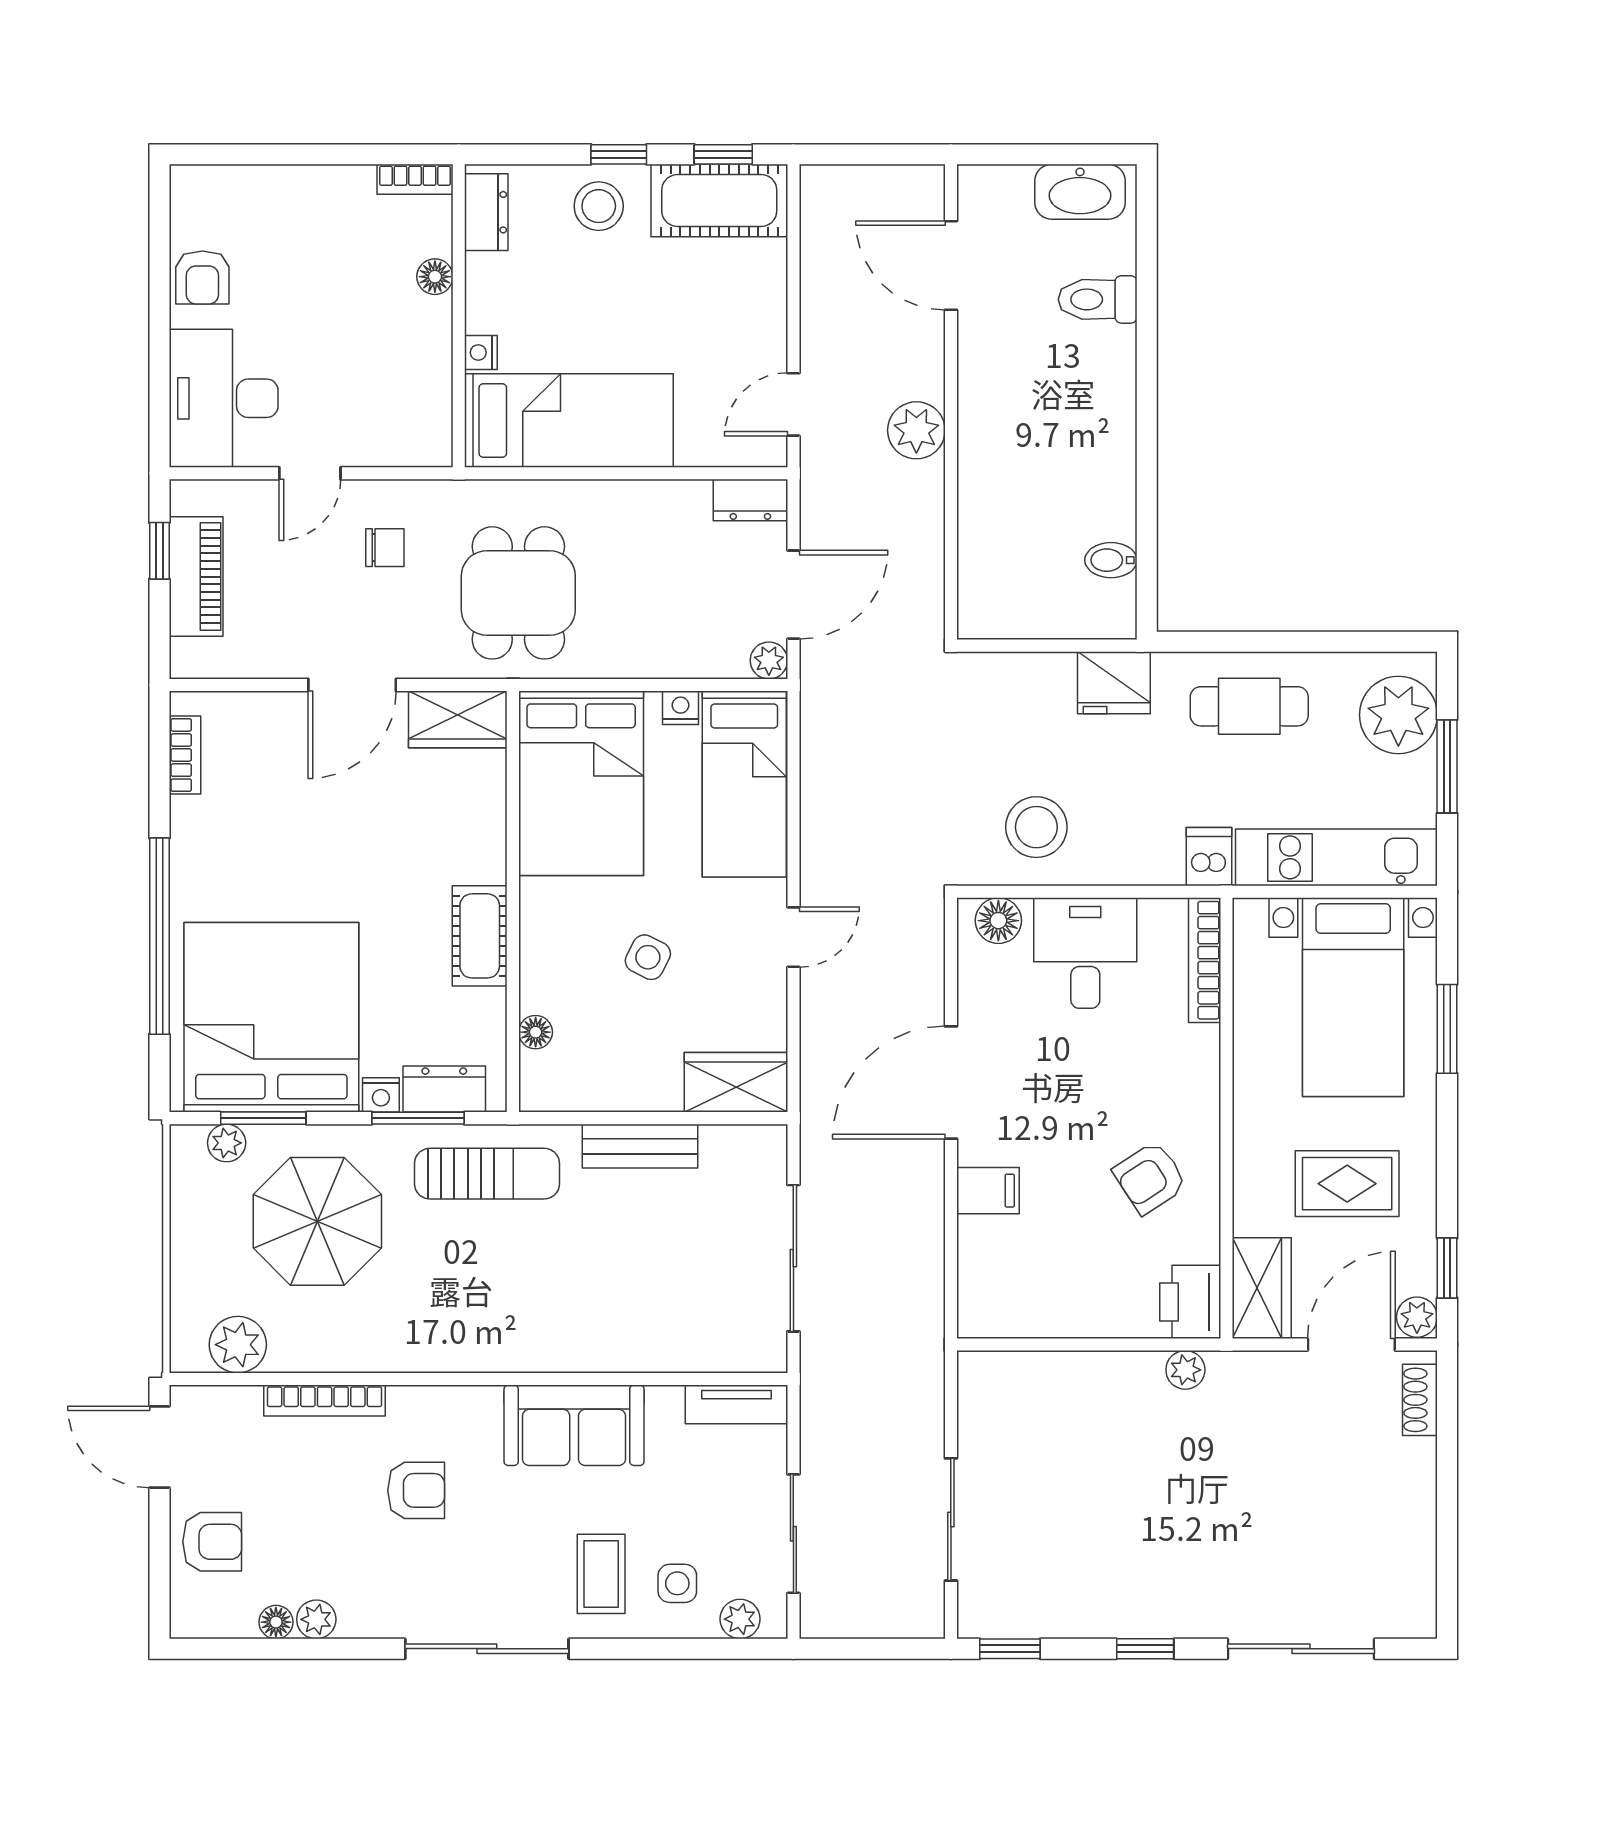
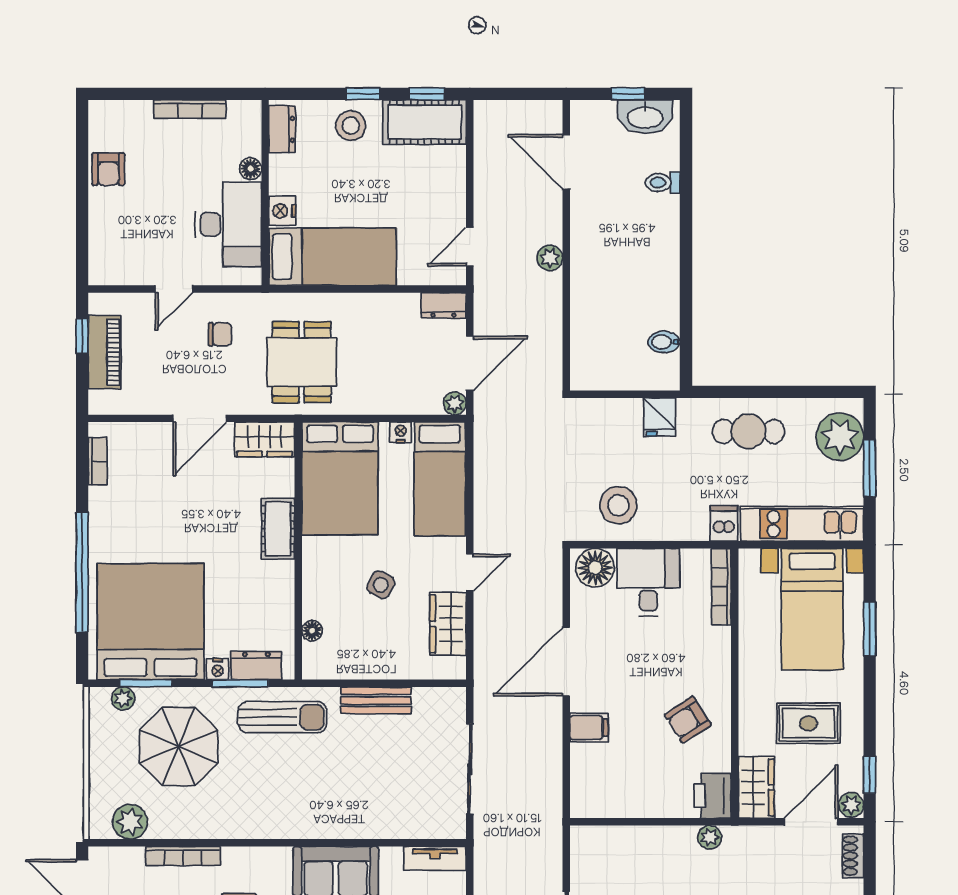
window: (1052, 154) -> (628, 94), added
bookcase: (415, 179) -> (190, 109), moved, width x1.56
toilet: (1098, 299) -> (663, 183), width x0.73, depth x0.72
nightstand: (481, 352) -> (282, 211), width x1.39, depth x1.35
desk: (224, 398) -> (228, 224), moved, turned 180
plant: (916, 430) -> (550, 258), width x0.73, depth x0.73
fridge: (1114, 683) -> (660, 417), width x0.72
floor lamp: (998, 921) -> (595, 568), width x1.38, depth x1.38
cot: (480, 936) -> (278, 529), moved
wardrobe: (736, 1082) -> (448, 624), moved, turned -90

